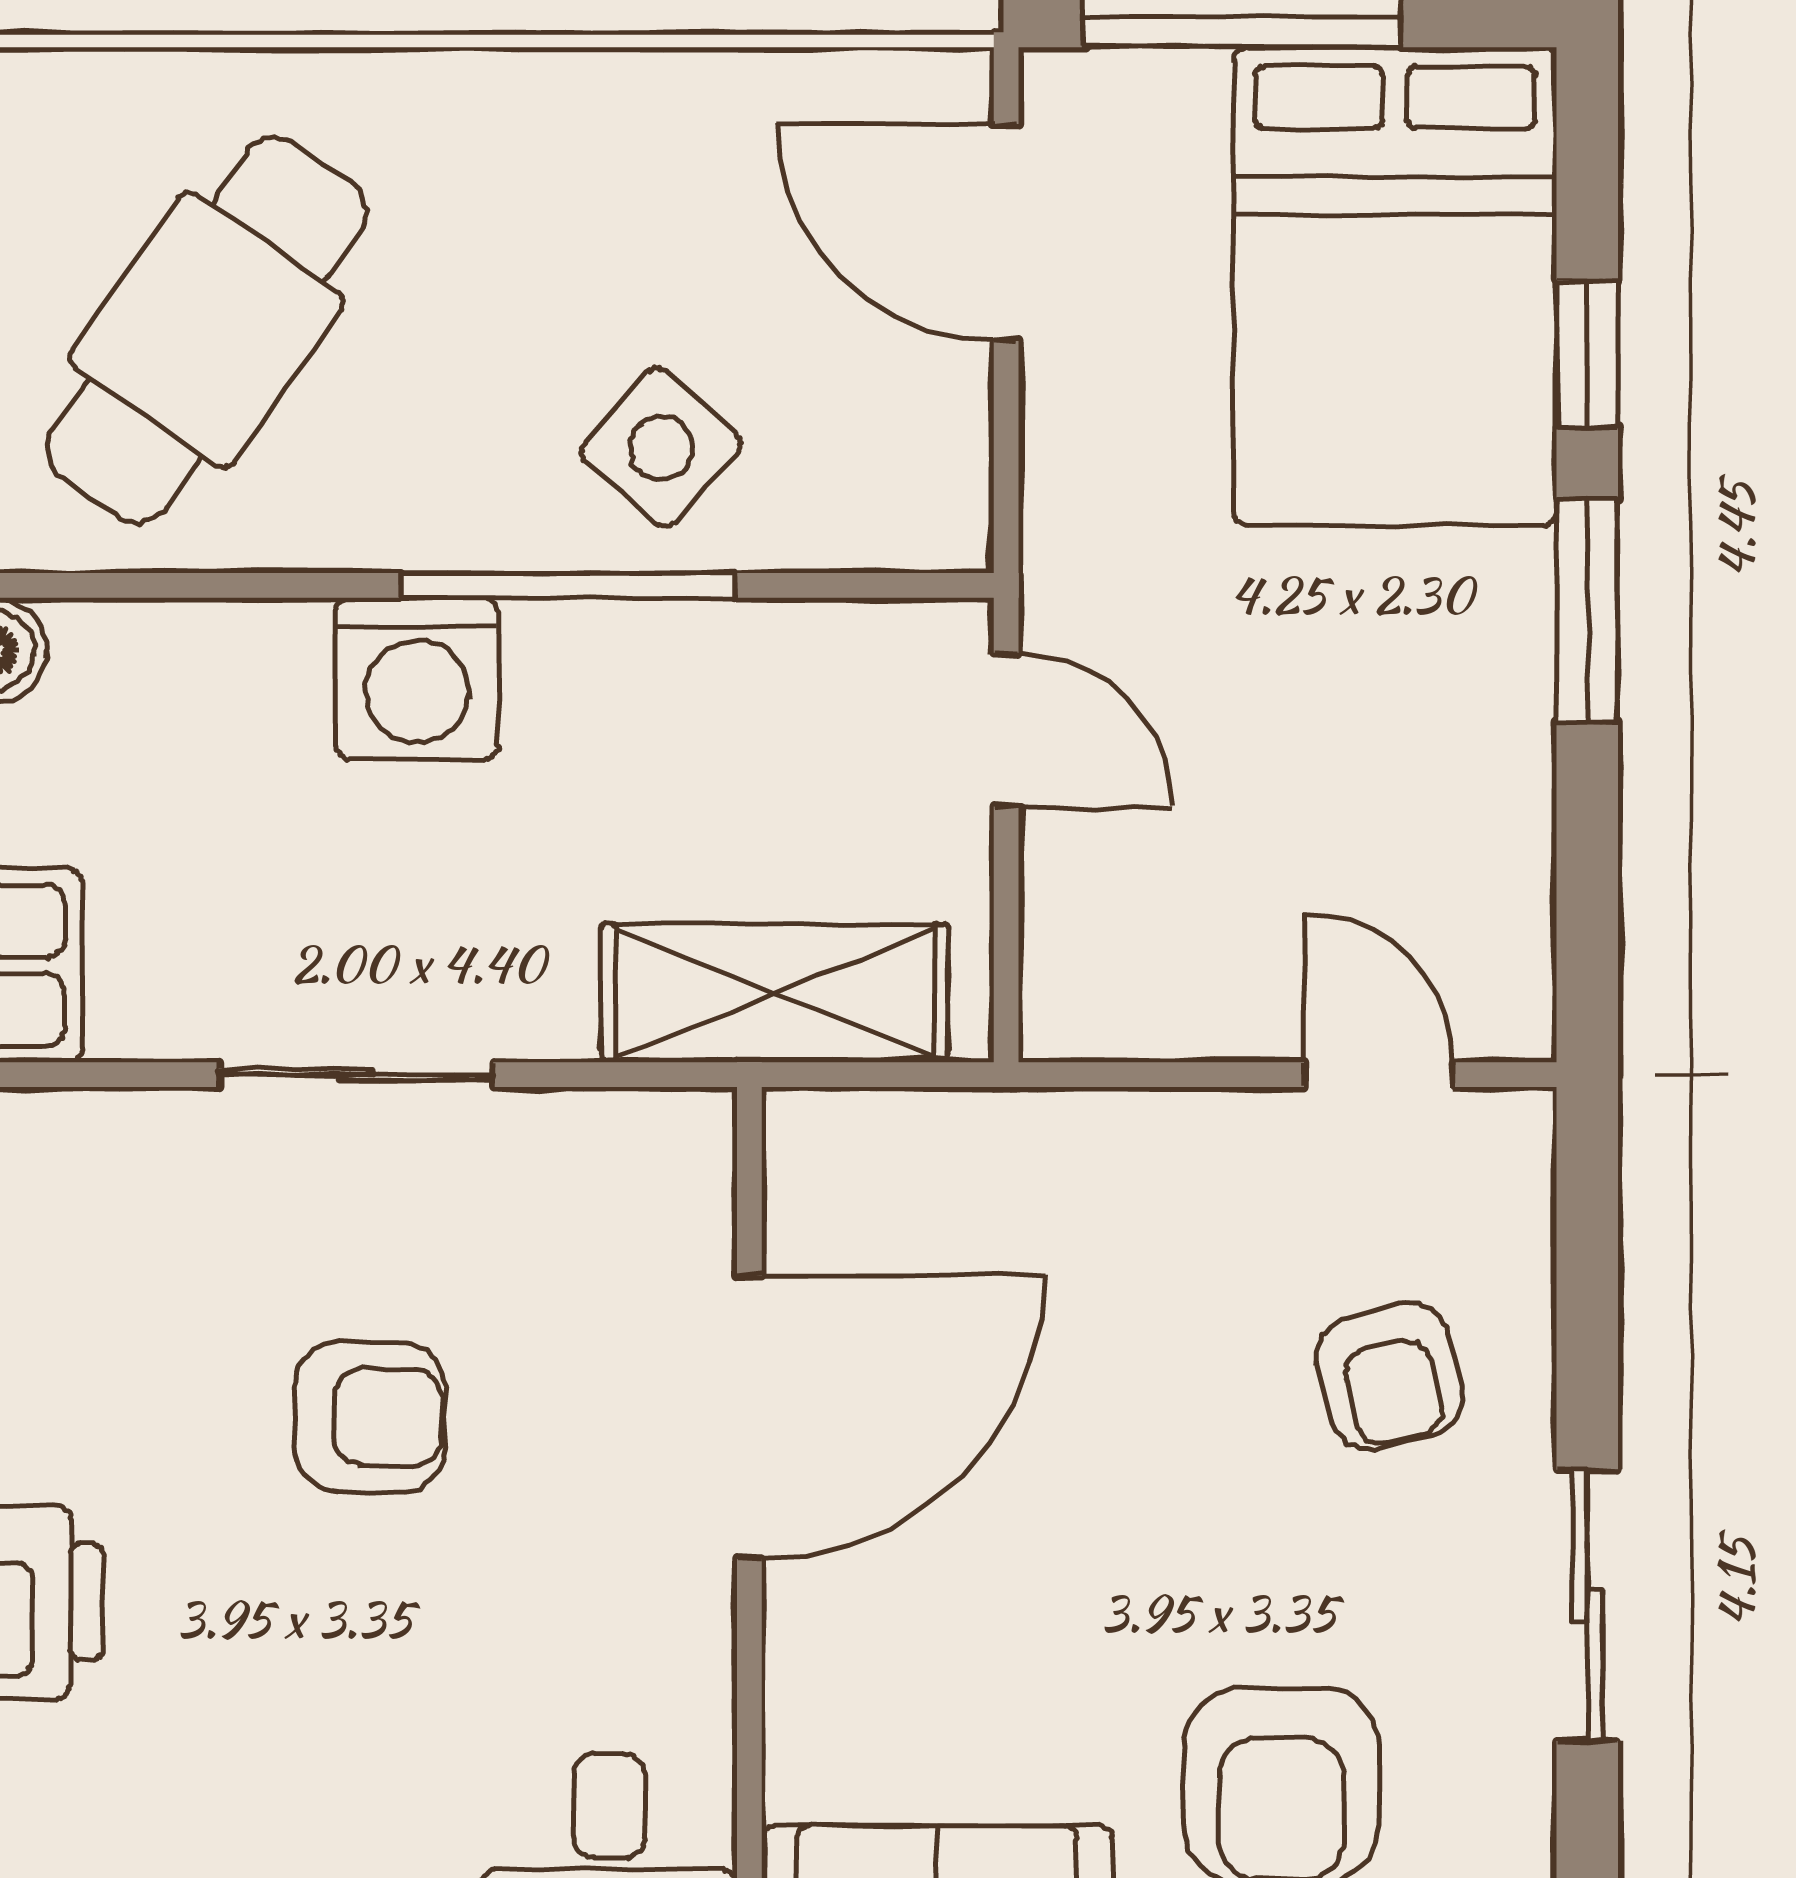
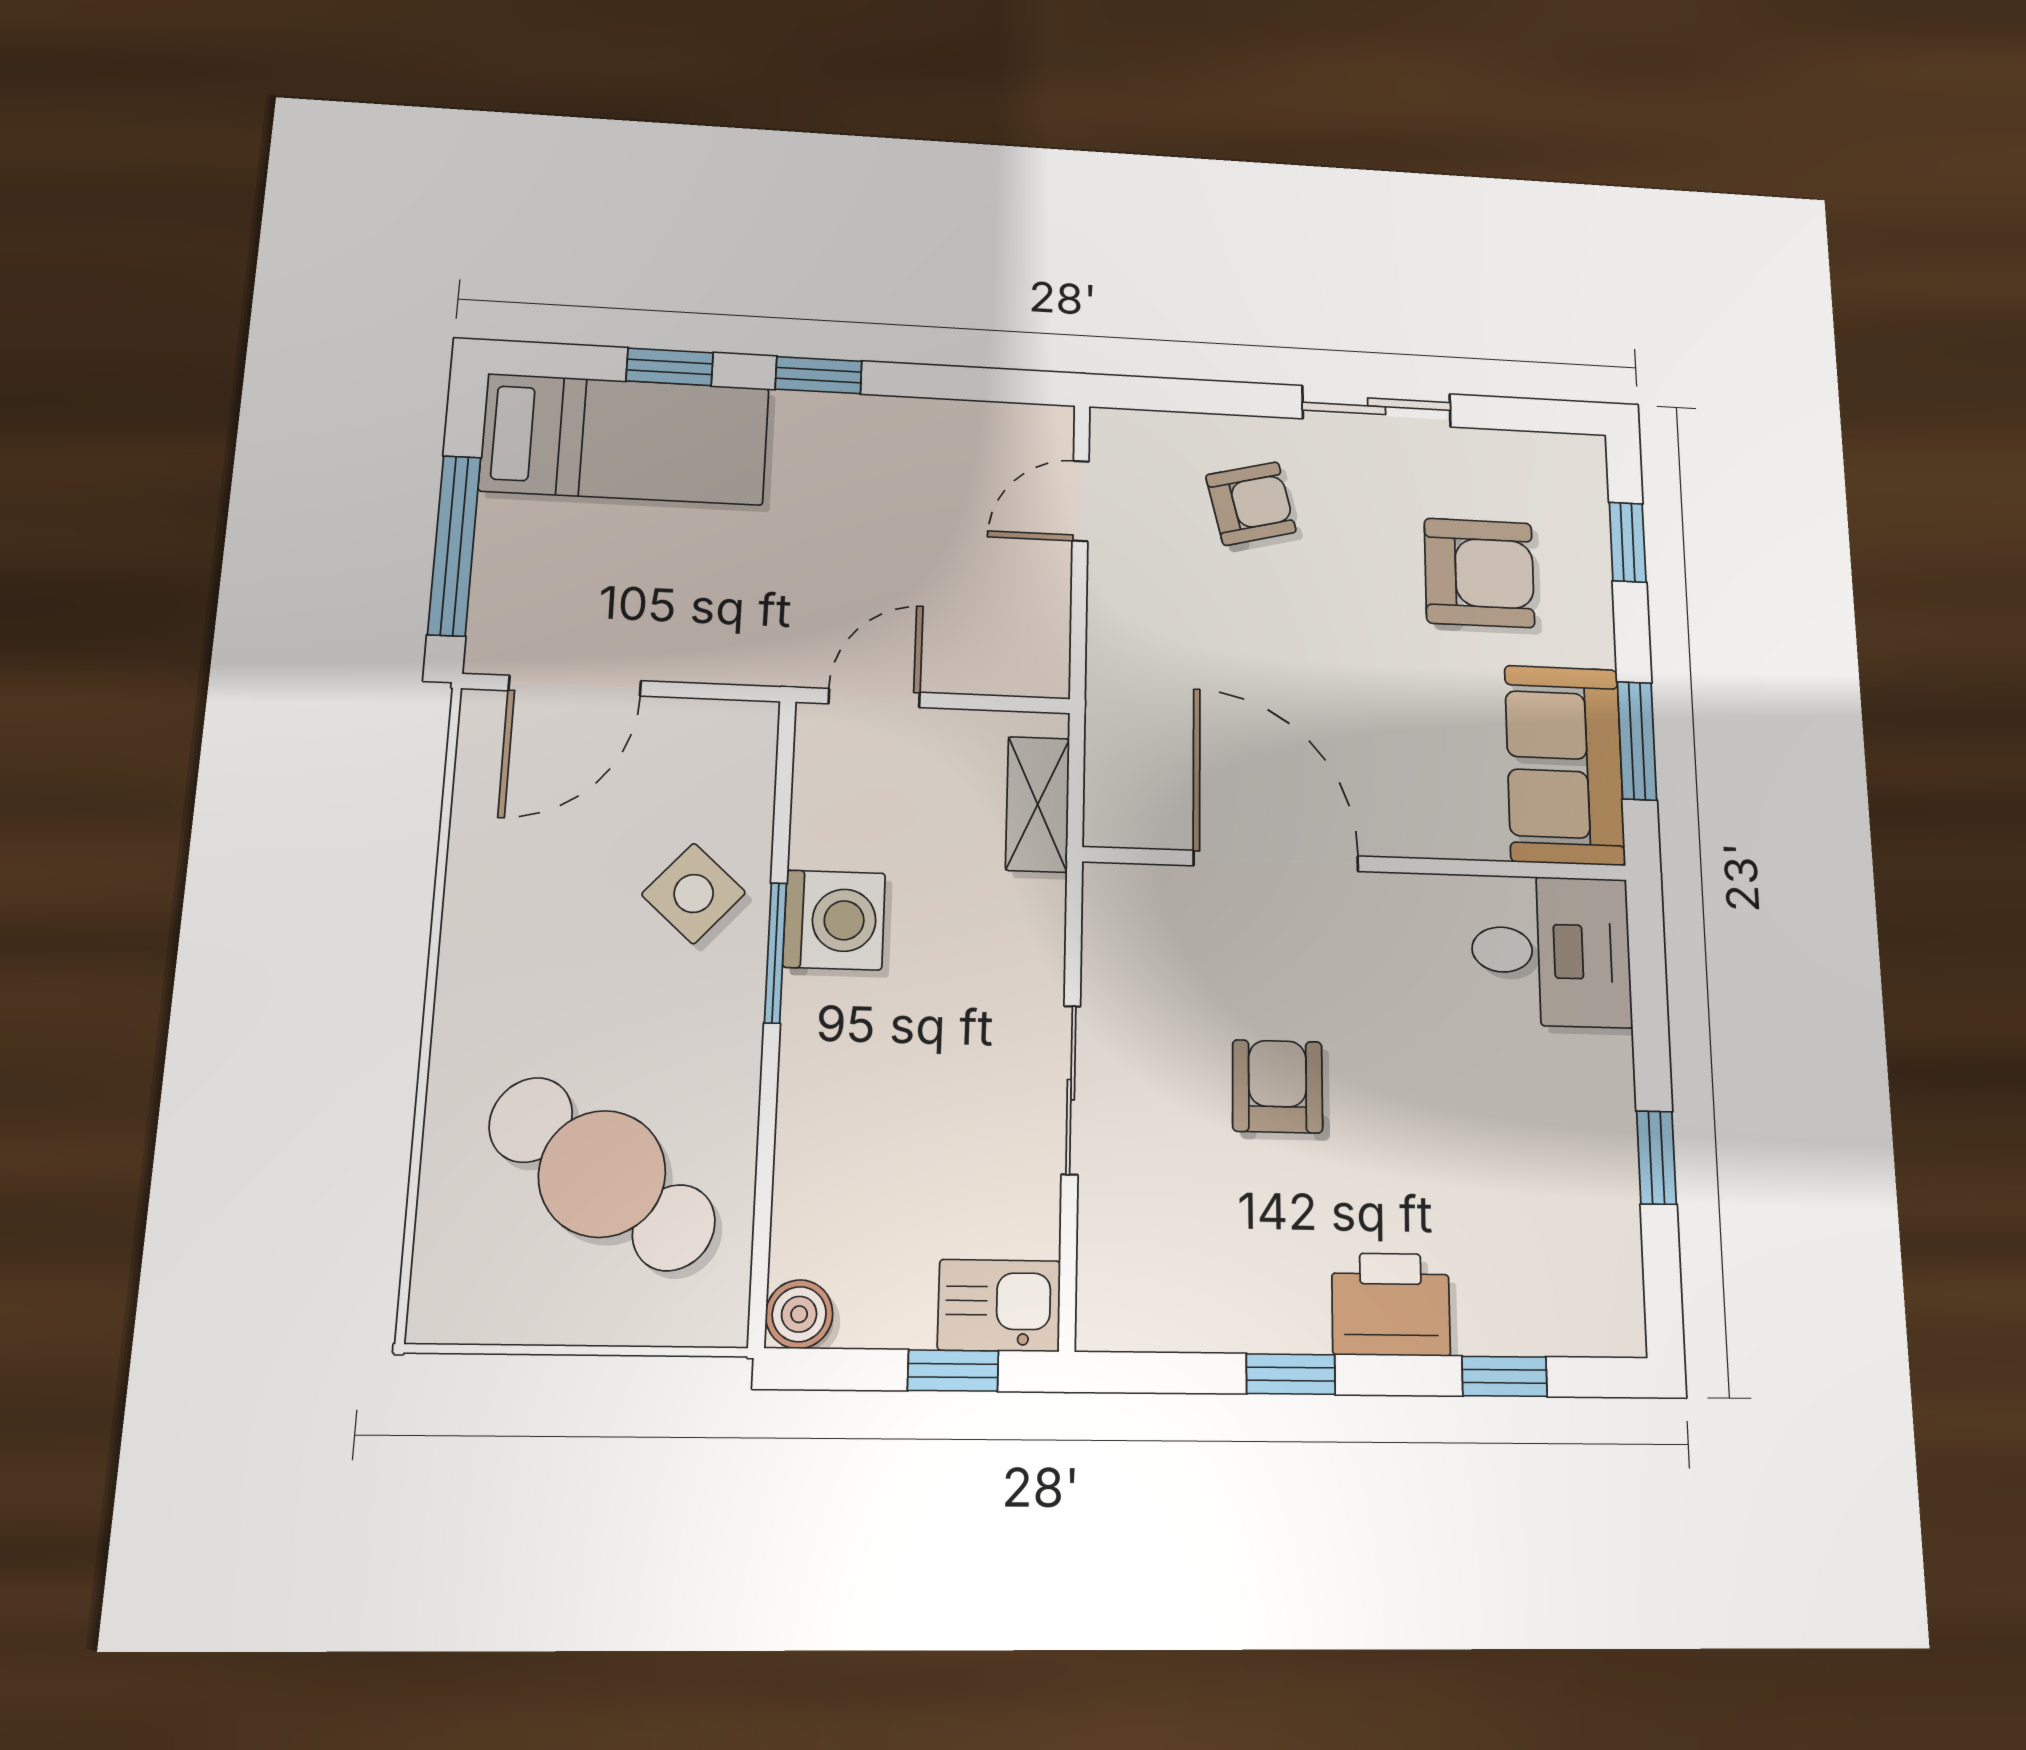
bed: (1395, 286) -> (625, 439), width x0.67
window: (567, 585) -> (775, 953), width x0.69
window: (1587, 611) -> (819, 375), width x0.67
washing machine: (417, 678) -> (834, 920), moved
shelving: (775, 993) -> (1038, 804), width x0.67, depth x0.75

